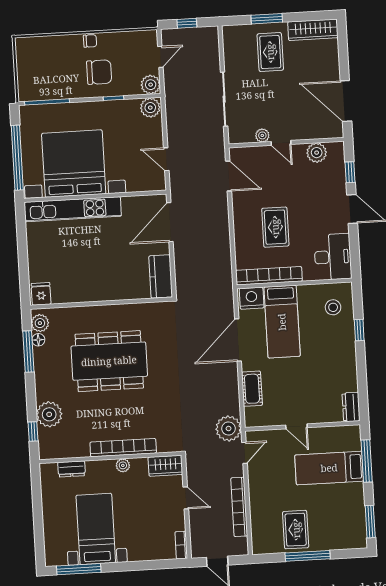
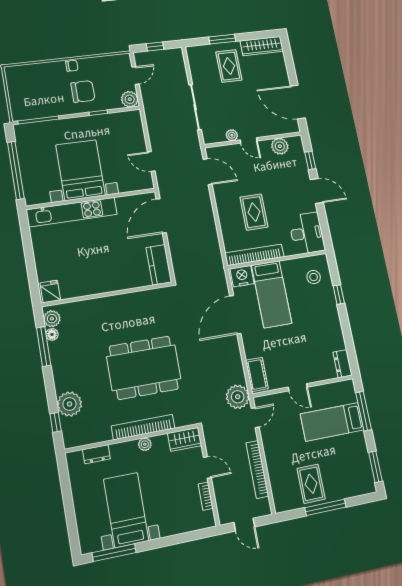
plant: (150, 108) -> (132, 119), removed
bed with nightstands: (74, 164) -> (81, 170), width x0.73
dining table: (109, 361) -> (144, 368), moved
cot: (252, 389) -> (257, 374), moved
bookcase: (181, 545) -> (206, 496), moved

